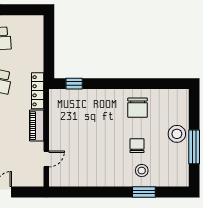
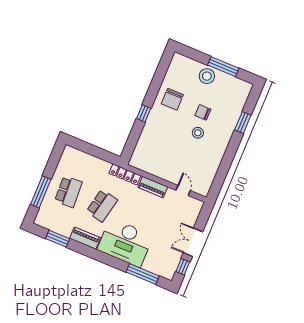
window: (74, 84) -> (144, 113), moved
chair: (137, 108) -> (172, 99), turned 90
stool: (142, 171) -> (198, 133), moved

